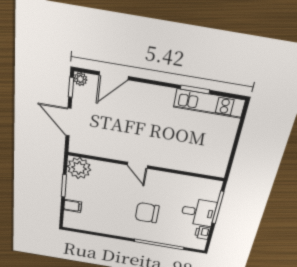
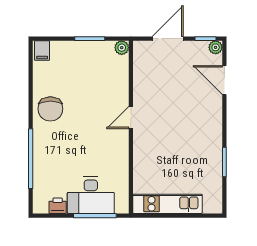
kitchen unit: (209, 104) -> (167, 204), moved, turned 90
plant: (79, 168) -> (122, 48), width x0.53, depth x0.53
filing cabinet: (73, 206) -> (42, 50), moved
desk: (198, 212) -> (91, 195), width x1.37
chair: (147, 213) -> (50, 109), moved, turned 180

